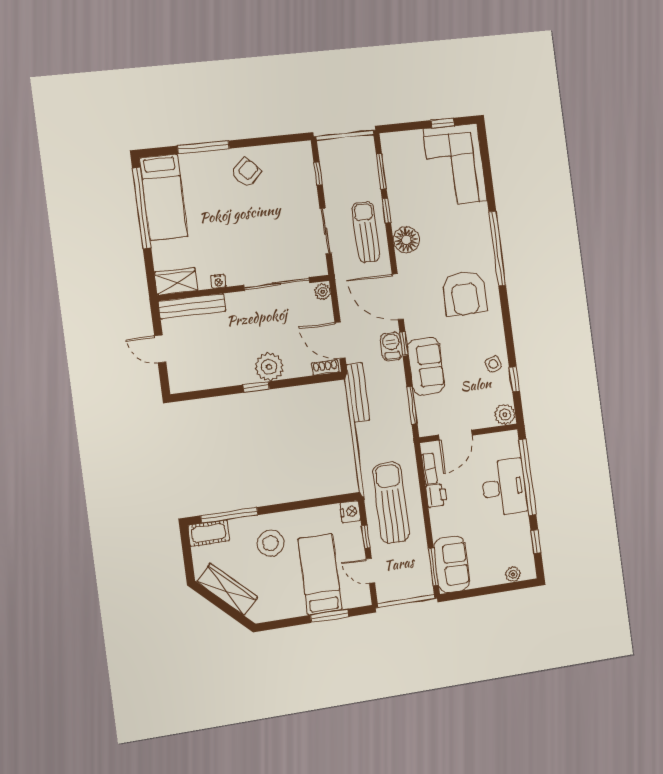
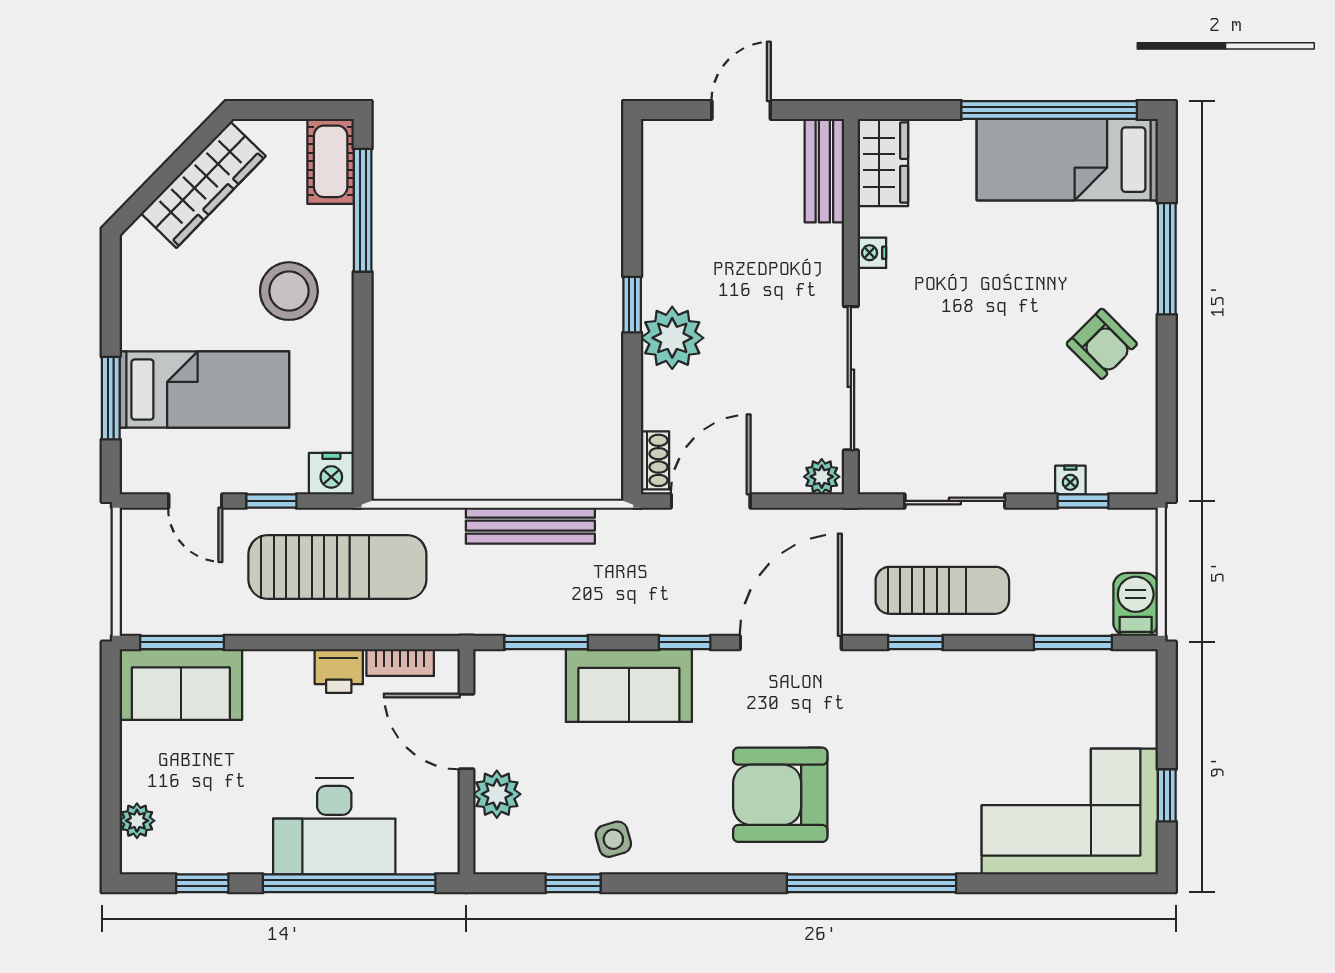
nightstand: (309, 180) -> (1070, 480), added
window: (386, 211) -> (915, 642), moved
floor lamp: (406, 240) -> (915, 679), removed
bench: (192, 306) -> (824, 171), width x0.73
barbecue: (391, 346) -> (1136, 604), moved, turned -90
bench: (358, 392) -> (530, 526), moved
plant: (505, 415) -> (497, 794), moved
door: (370, 571) -> (195, 501), swing flipped

